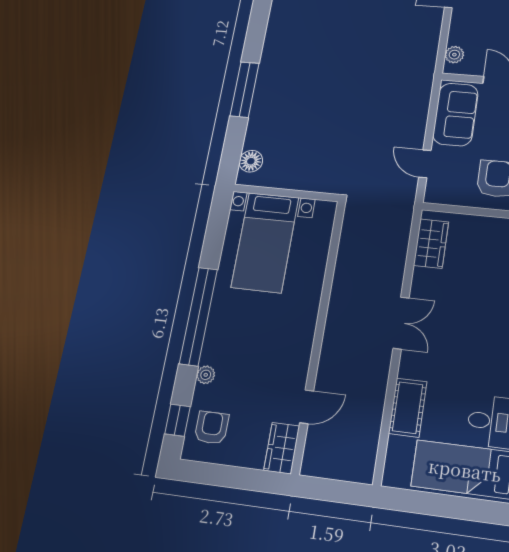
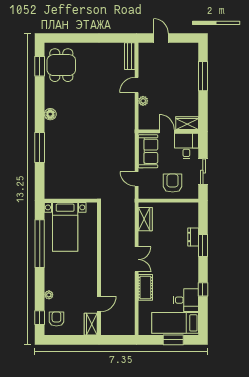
plant: (454, 55) -> (143, 101), moved
floor lamp: (251, 161) -> (50, 114), moved
window: (199, 316) -> (40, 244), moved
cot: (408, 408) -> (145, 287), moved
window: (456, 507) -> (173, 340), added

